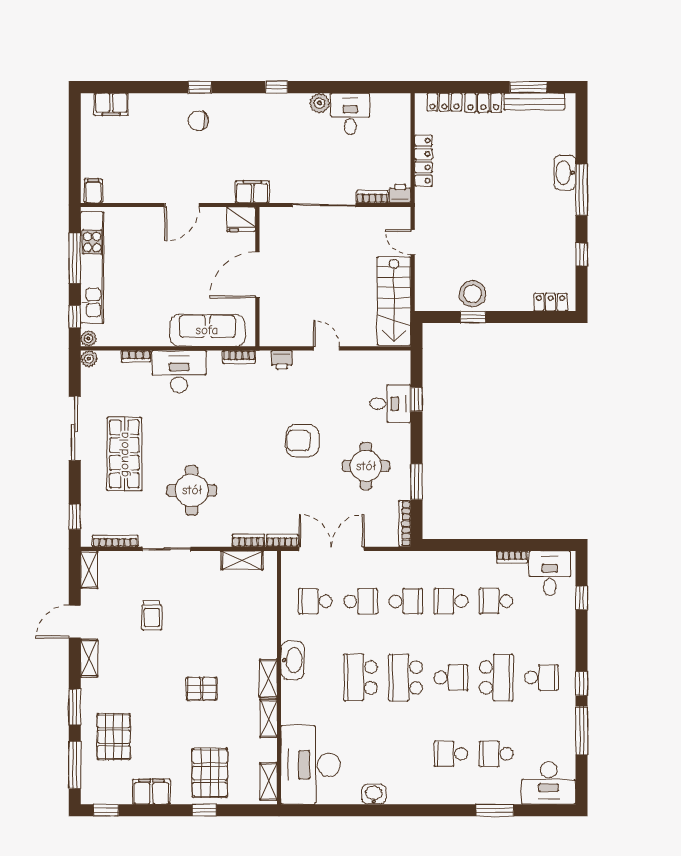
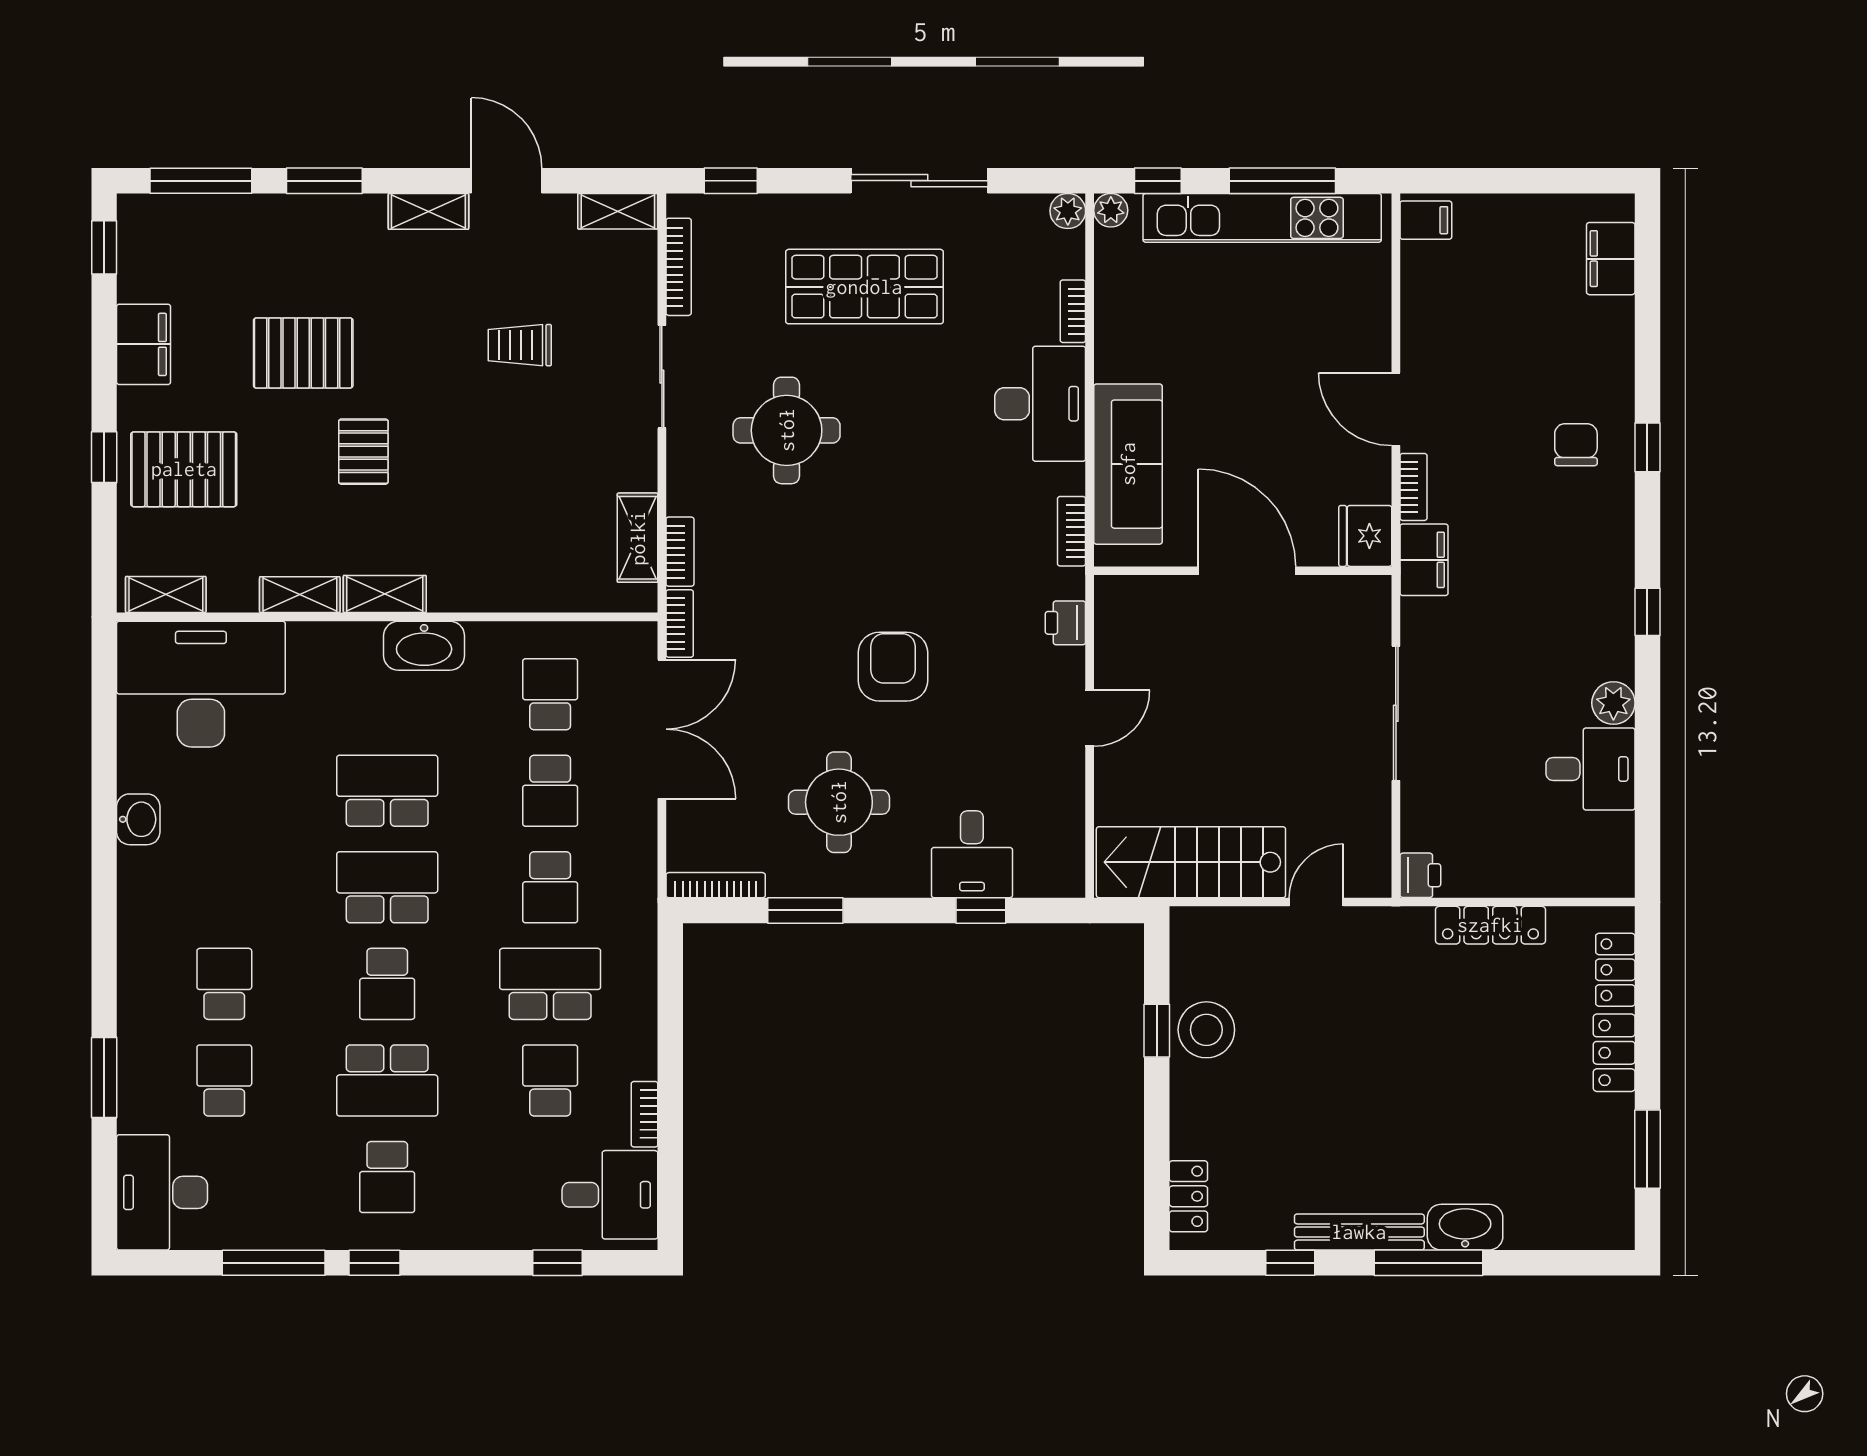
bench: (534, 102) -> (1359, 1232), moved, turned 90
bookcase: (372, 197) -> (1413, 487), moved
school desk: (451, 601) -> (550, 984), width x1.85
pallet: (114, 737) -> (303, 353), moved

